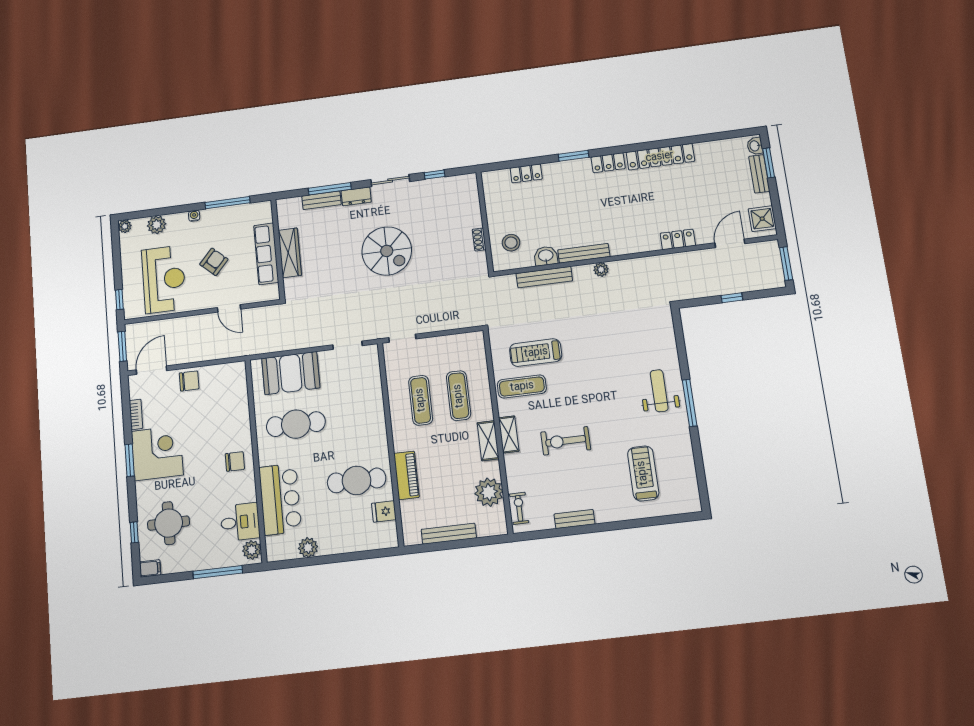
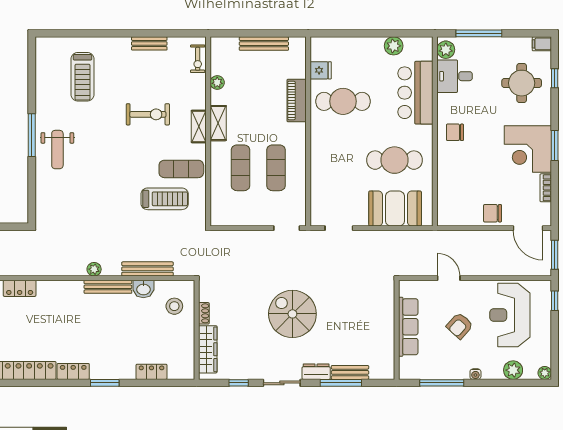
wardrobe: (290, 253) -> (208, 349), moved, turned 180
door: (151, 370) -> (528, 228), hinge flipped
plant: (489, 492) -> (217, 83), width x0.53, depth x0.53

